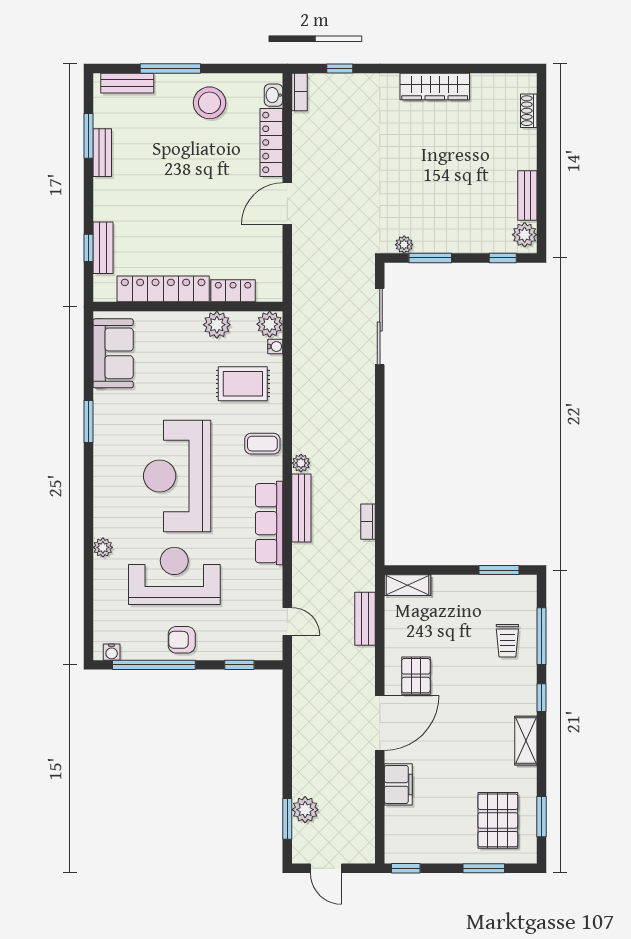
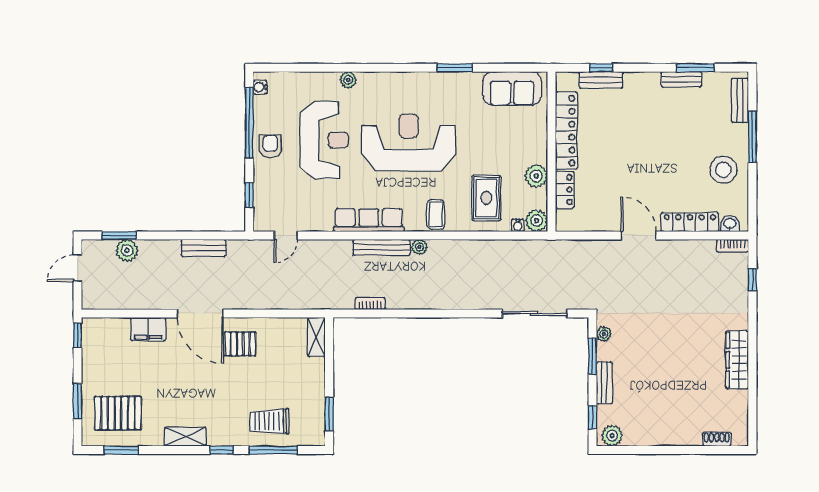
bench: (527, 196) -> (604, 383), moved, turned 90
bench: (365, 619) -> (204, 248), moved
trolley: (507, 641) -> (270, 421), width x1.36, depth x1.39

